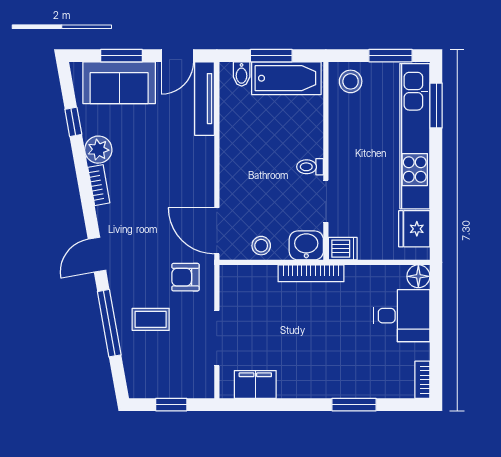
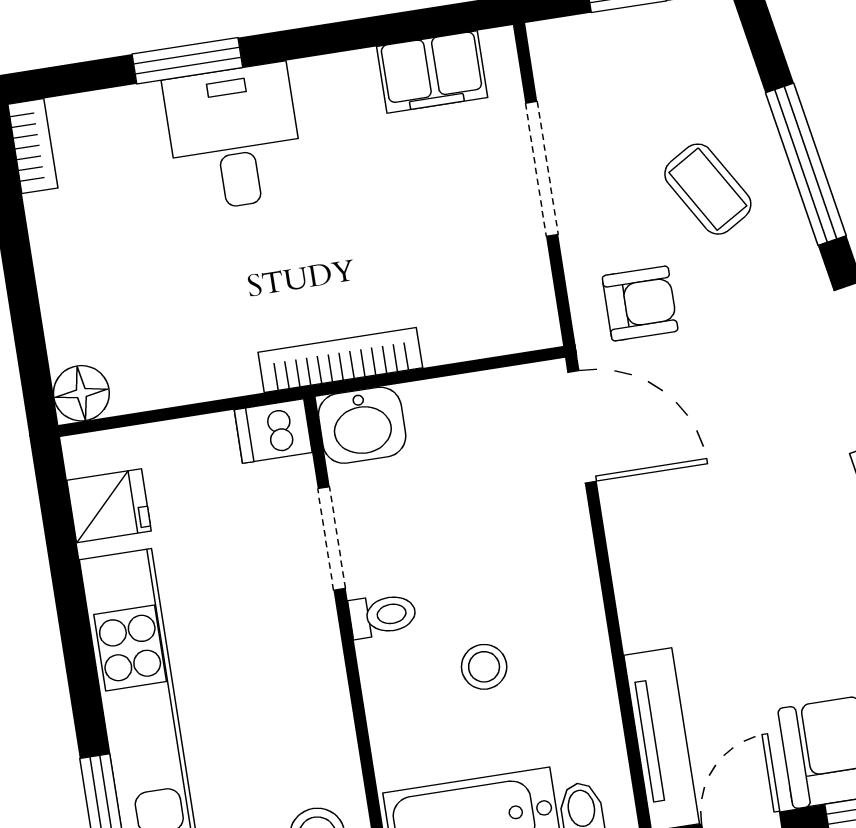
fridge: (414, 229) -> (109, 506), width x0.72
stool: (261, 246) -> (484, 667), moved
desk: (402, 316) -> (234, 138), moved, turned 90
coffee table: (151, 319) -> (708, 189), turned 59

